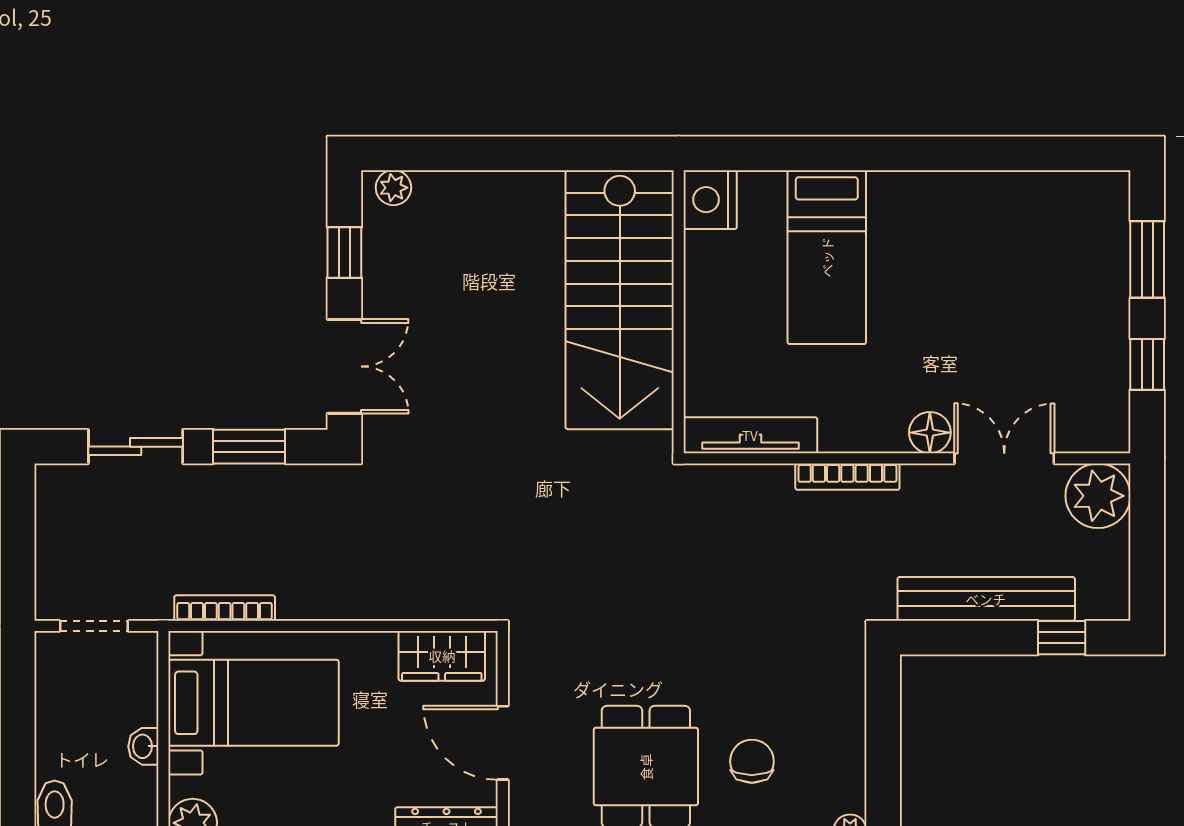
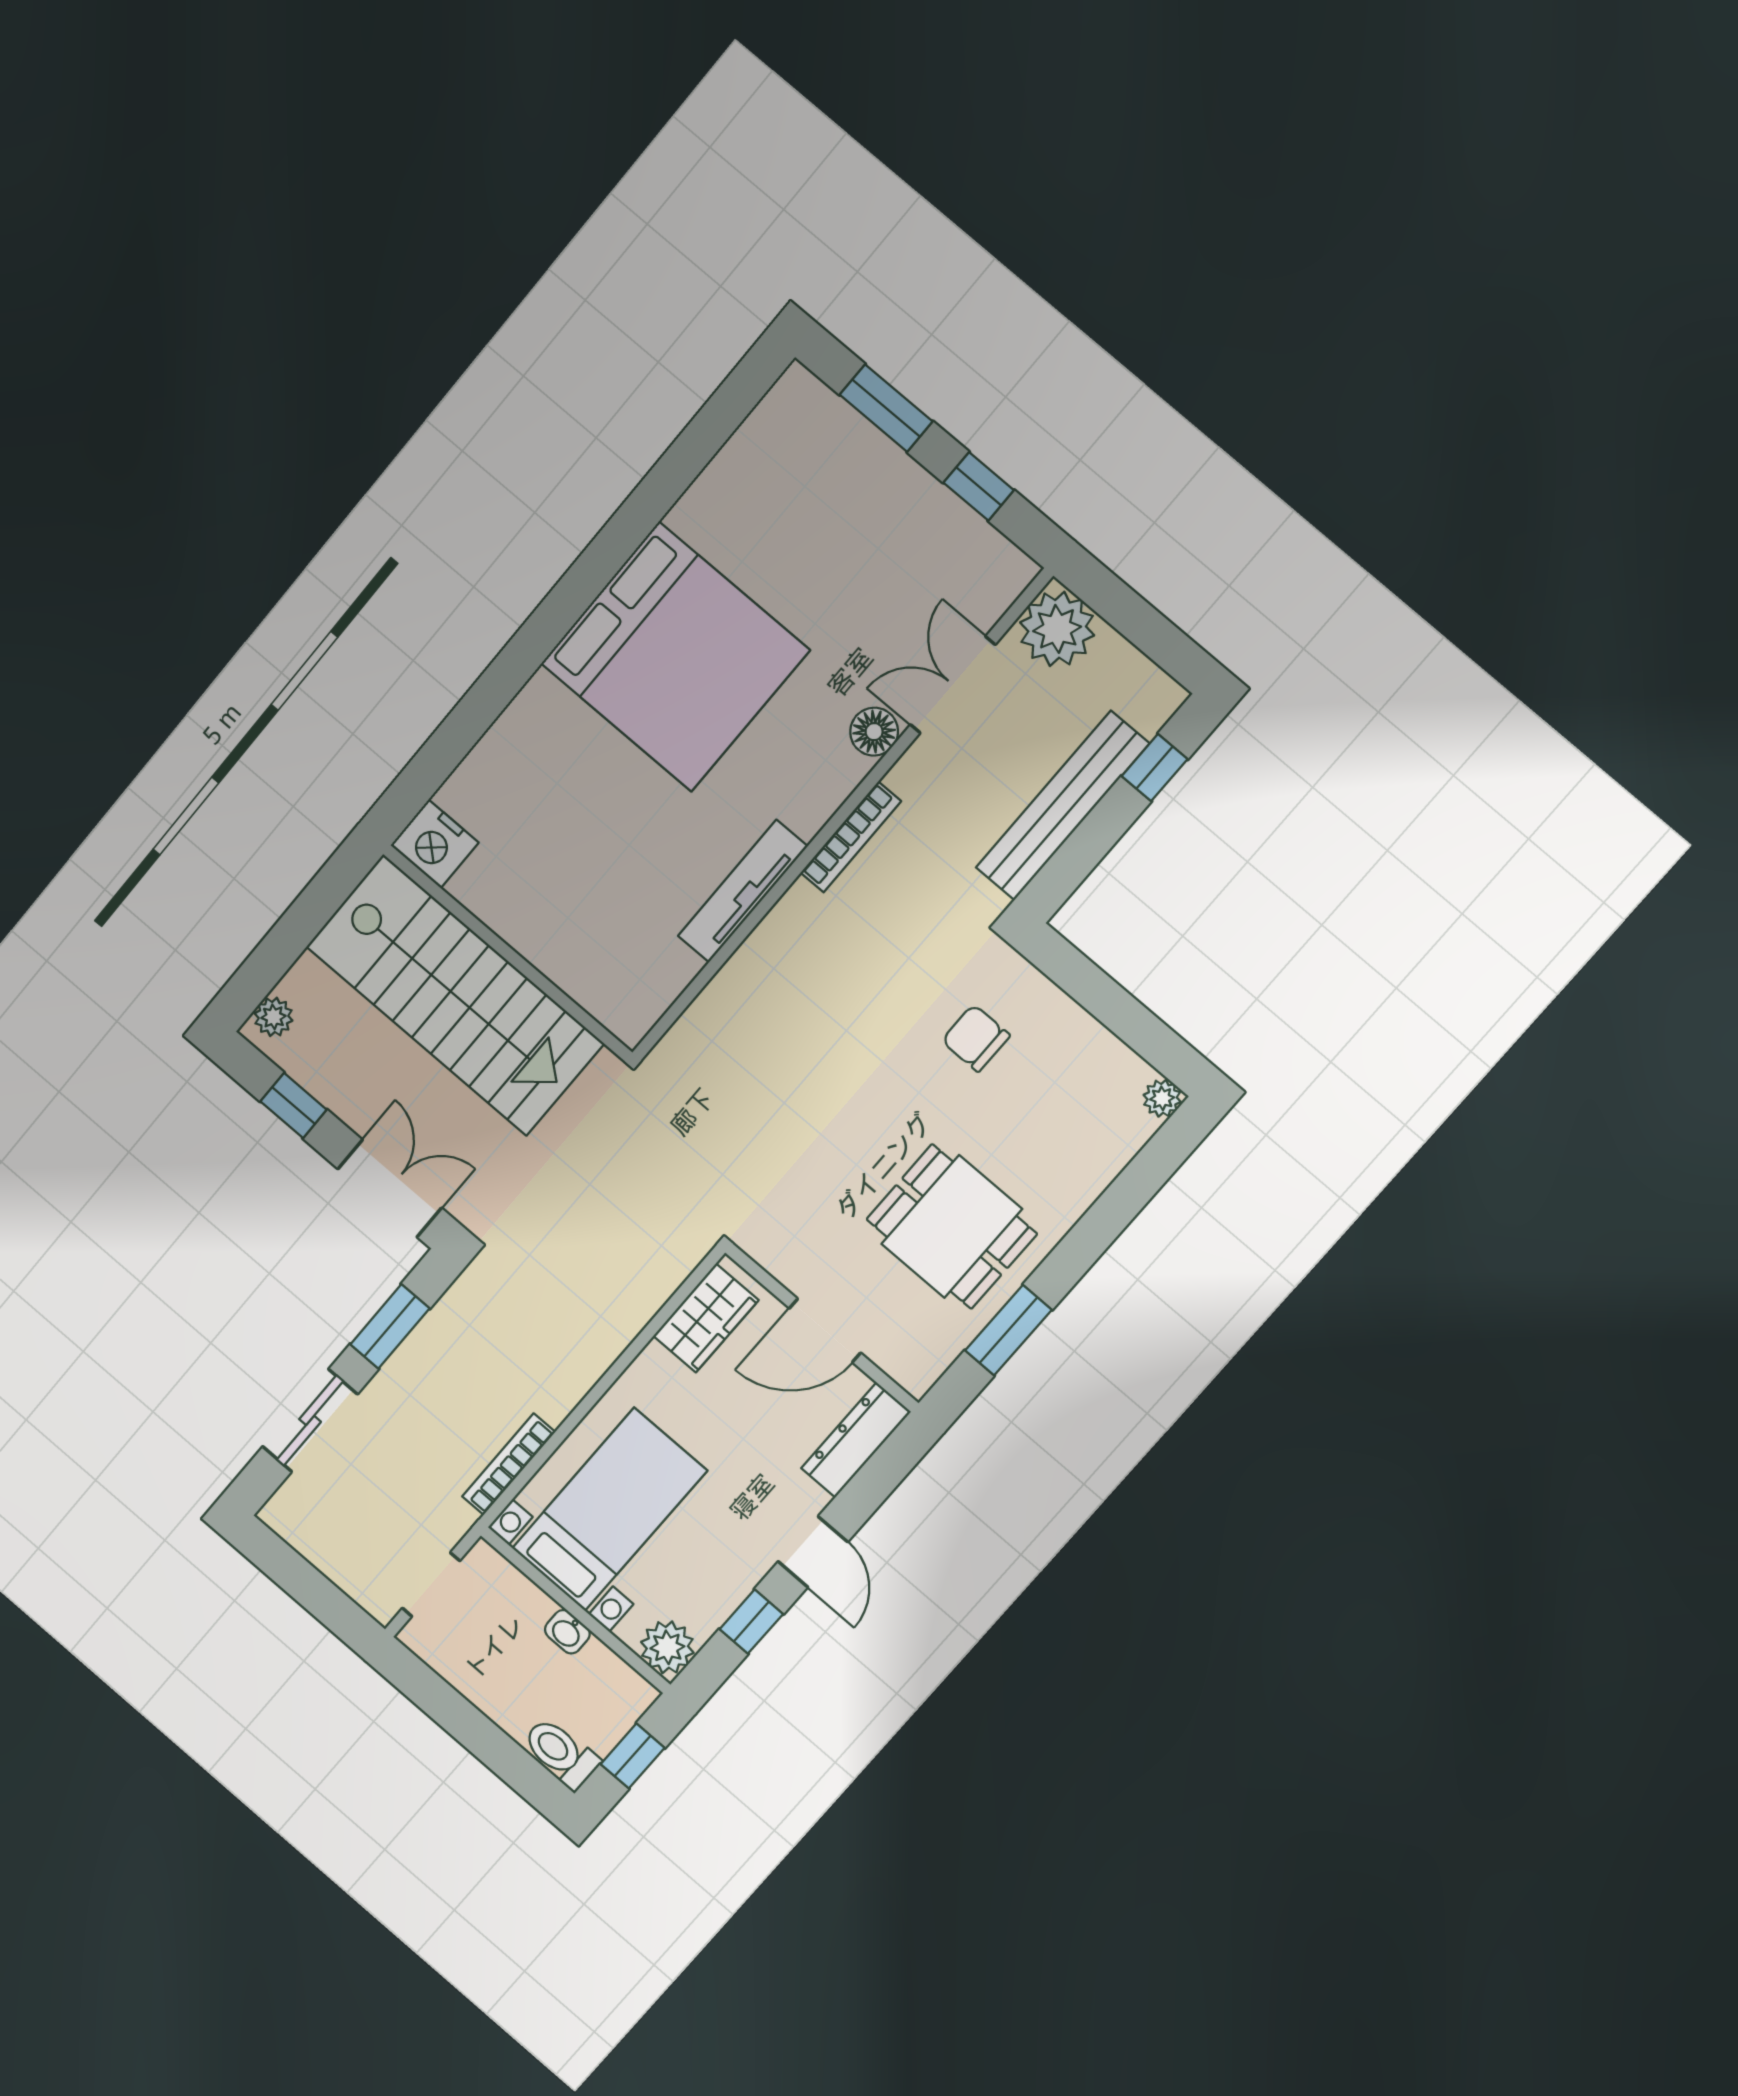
nightstand: (710, 200) -> (434, 844), moved
bed: (827, 257) -> (675, 657), width x2.04
stairs: (620, 300) -> (455, 995), moved
wall: (679, 312) -> (508, 953), moved
chair: (752, 761) -> (976, 1038), moved

